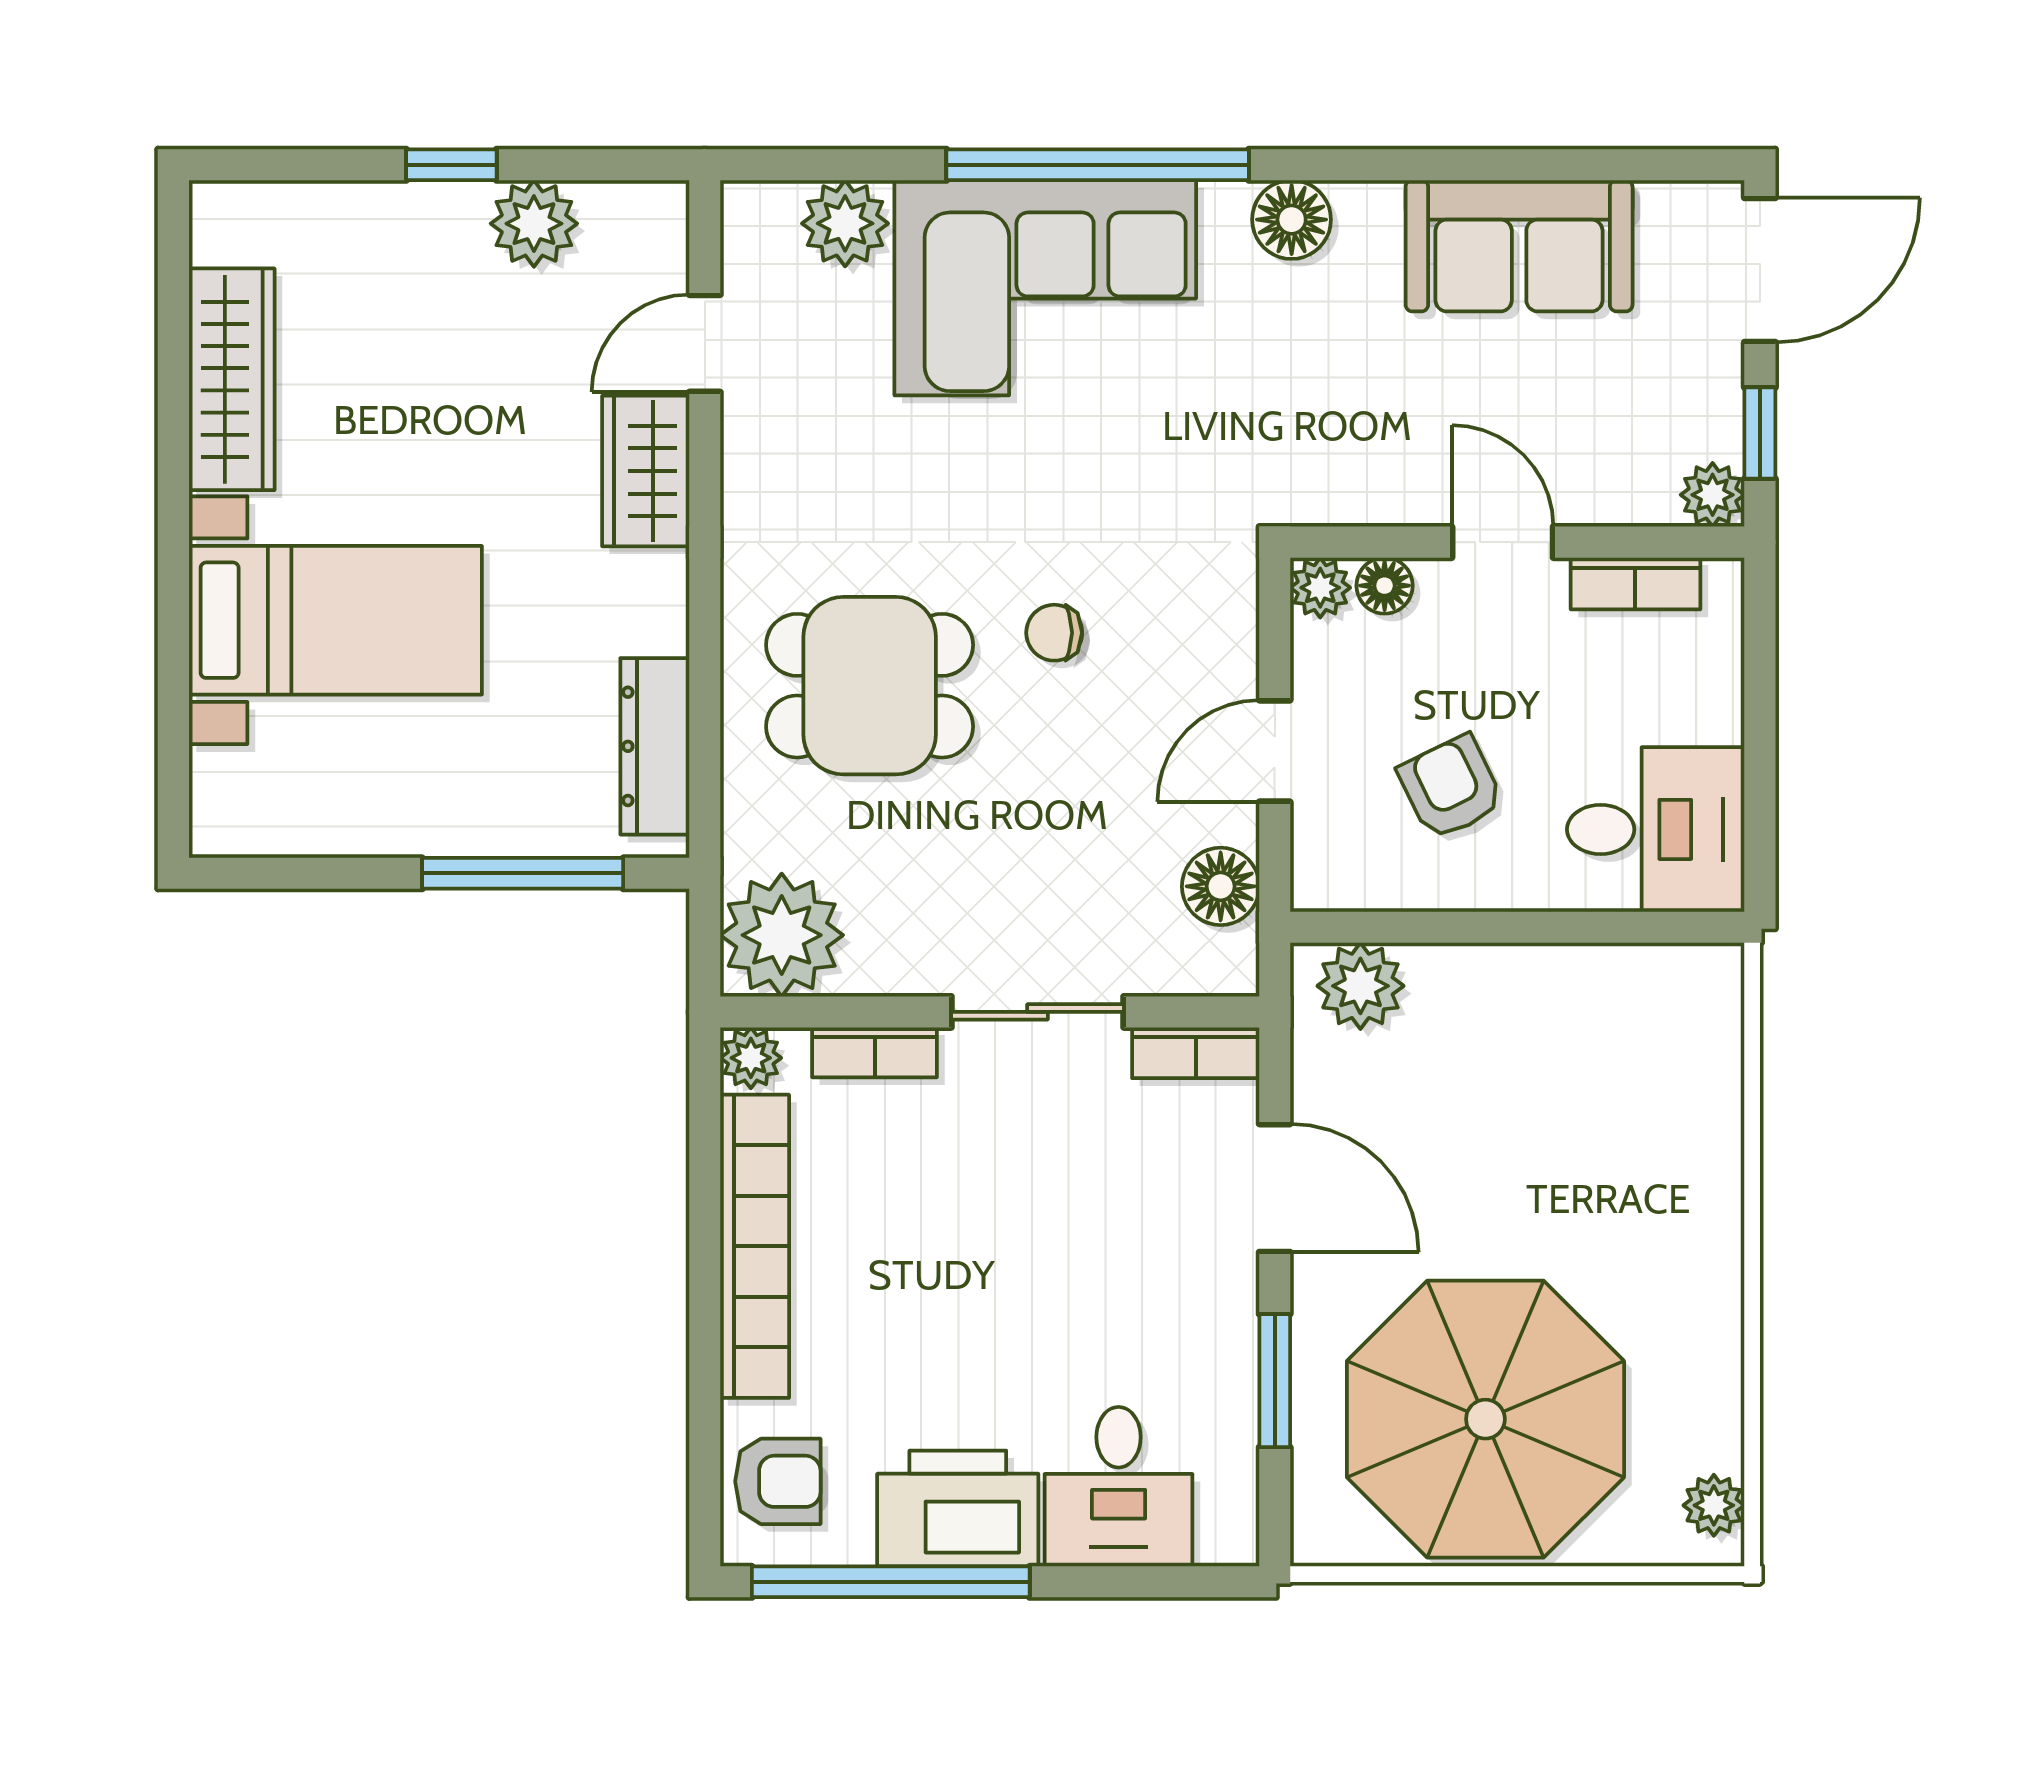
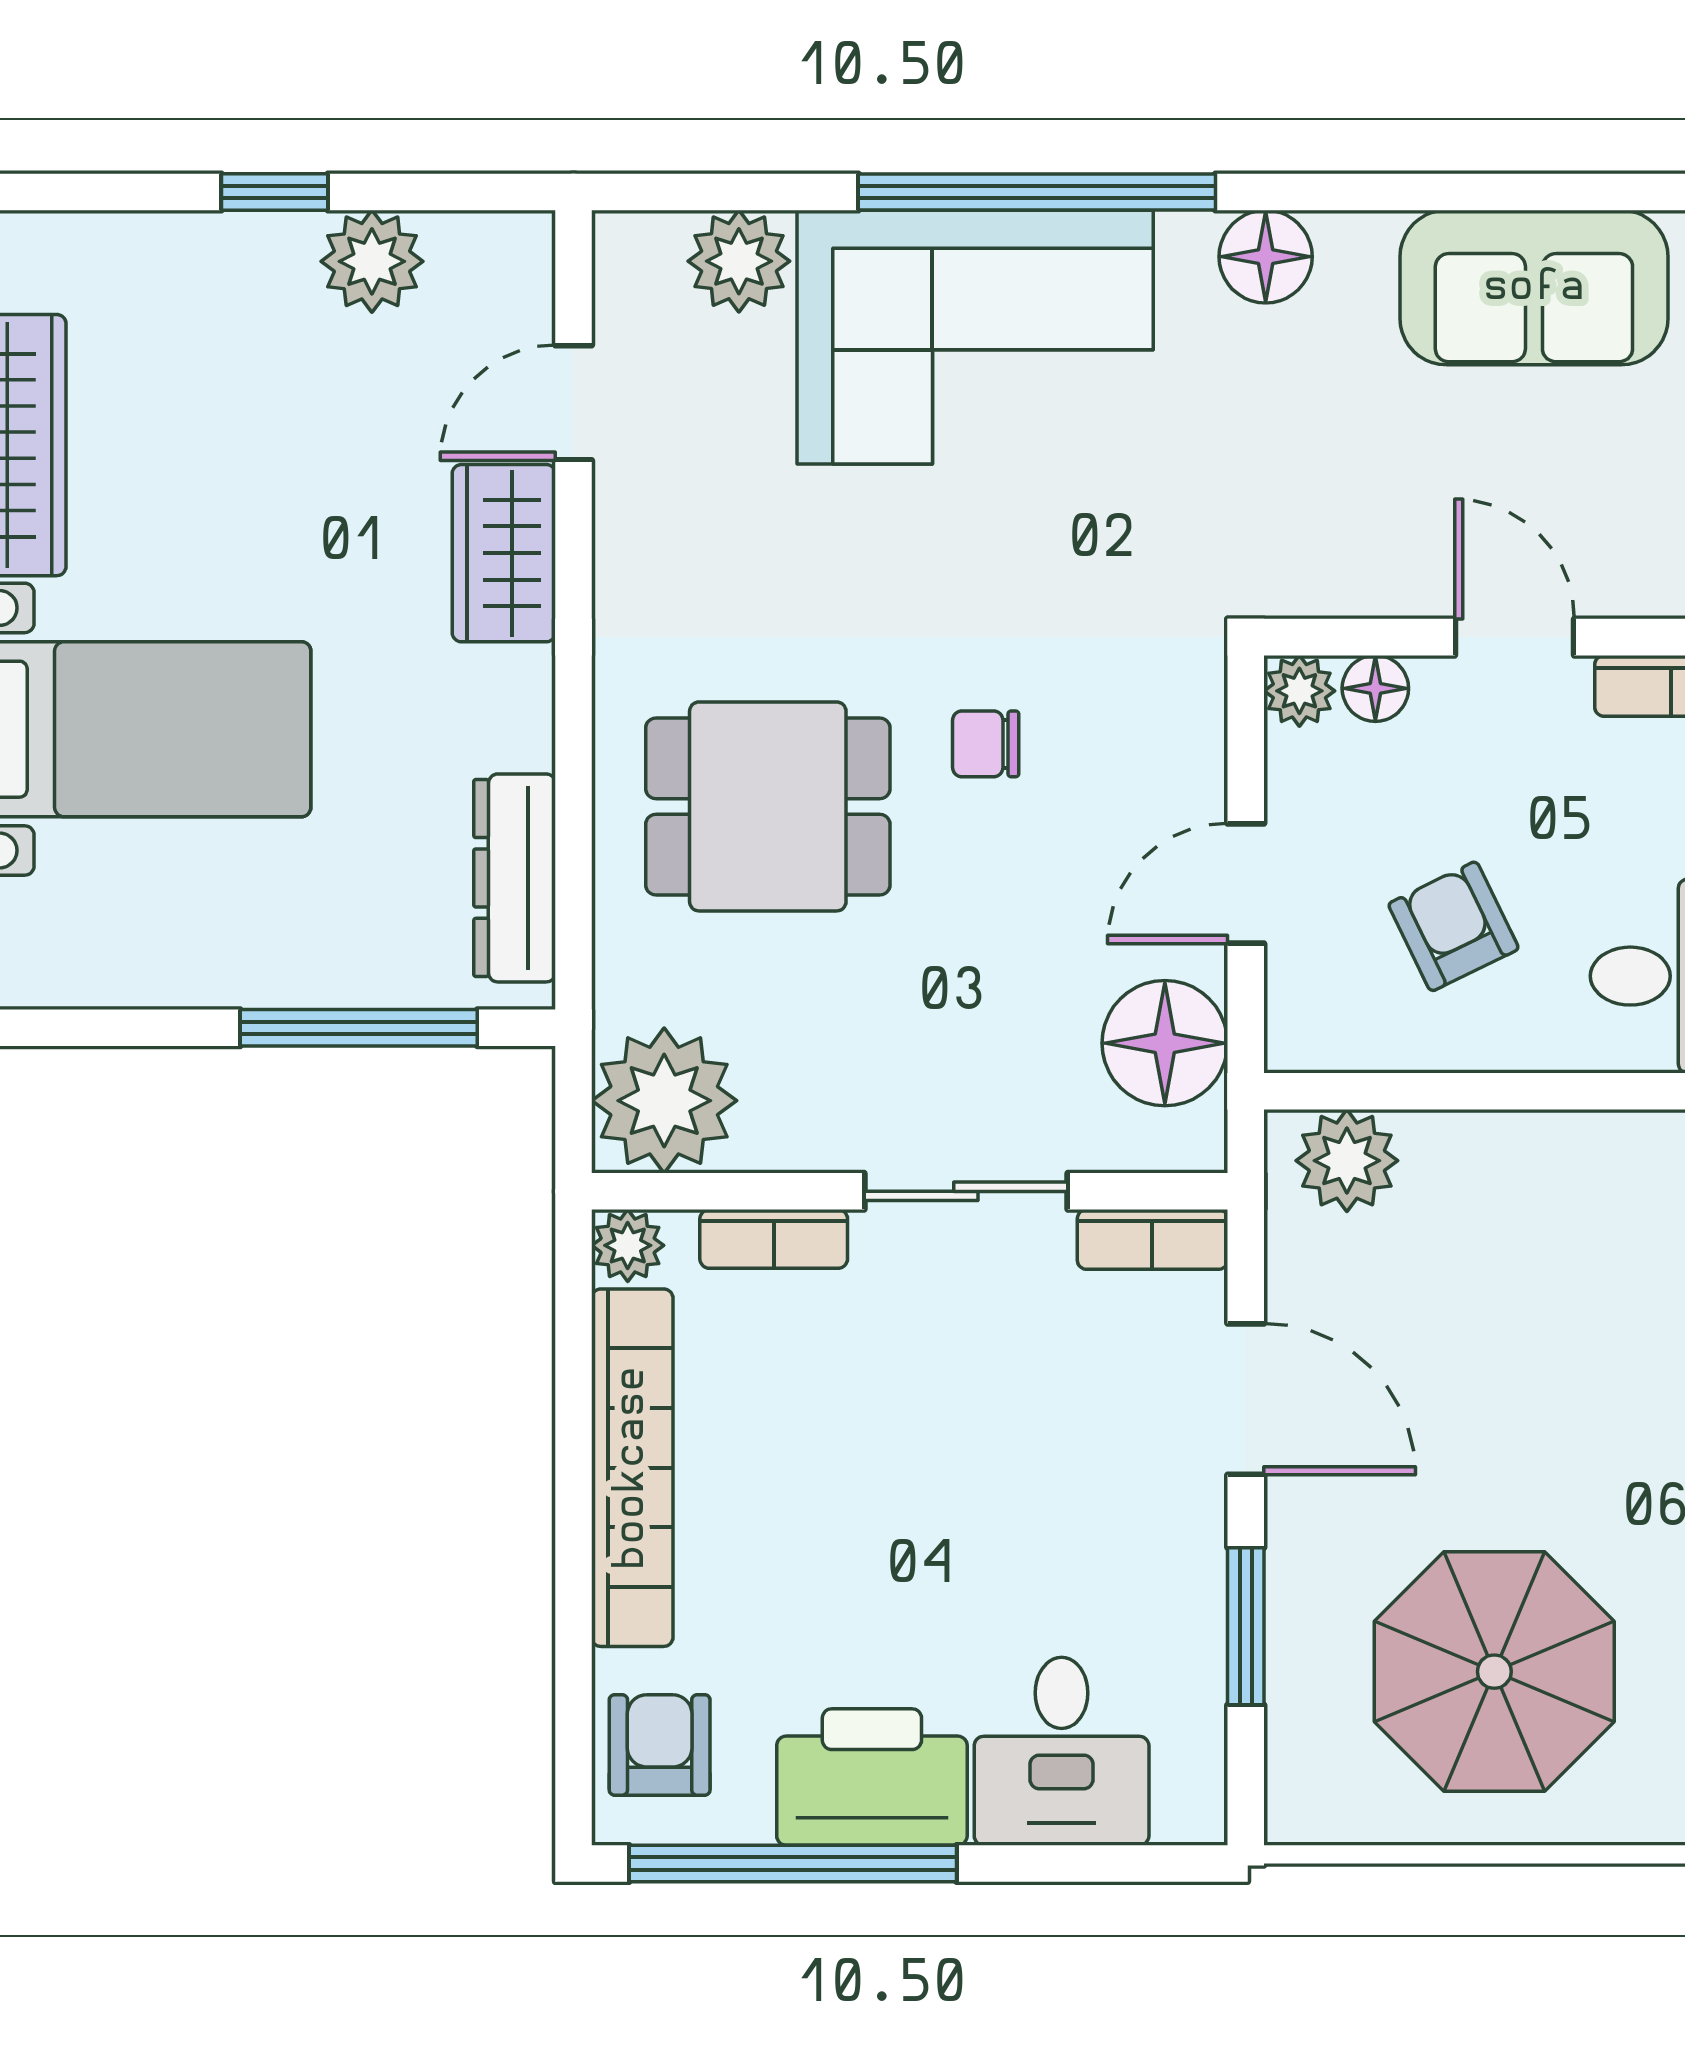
floor lamp: (1221, 886) -> (1165, 1043), width x1.38, depth x1.38
parasol: (1485, 1419) -> (1494, 1672), width x0.73, depth x0.73
armchair: (778, 1481) -> (660, 1745), turned -90

